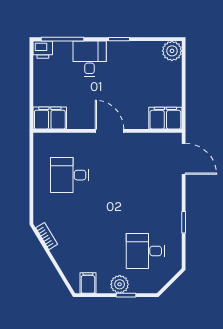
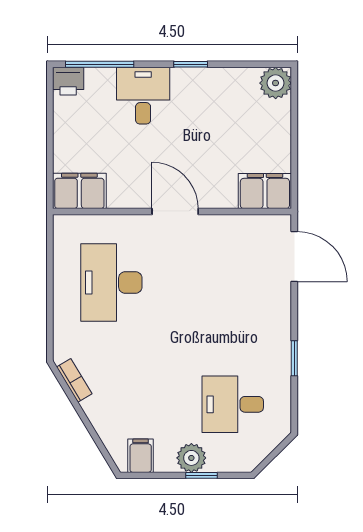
desk: (70, 175) -> (111, 282), width x1.37

